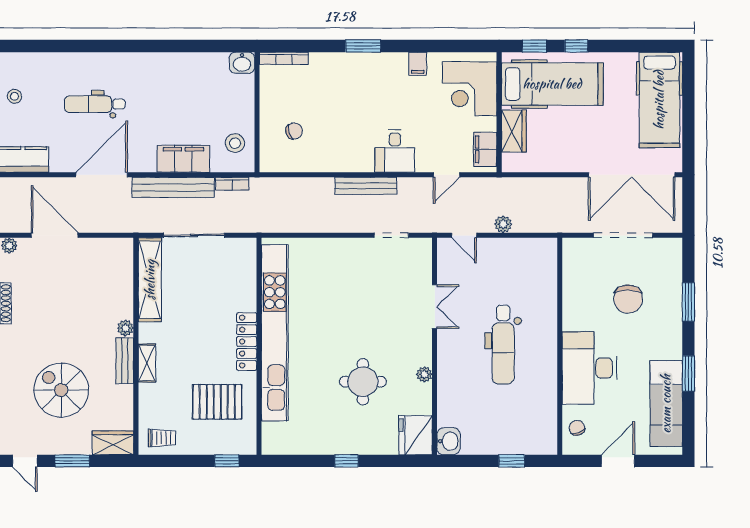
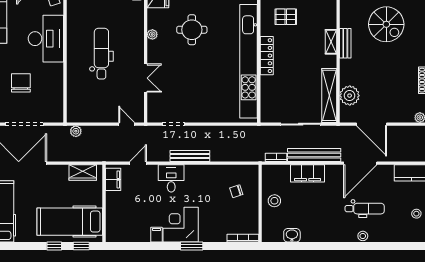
stool: (98, 62) -> (363, 236), added
washbasin: (242, 63) -> (292, 235), moved
corner desk: (470, 89) -> (181, 225), moved, turned -90
wardrobe: (514, 131) -> (83, 173), moved, turned -90
stool: (235, 143) -> (274, 201), moved
plant: (503, 224) -> (76, 131), moved
door: (55, 235) -> (372, 124), moved
double door: (435, 307) -> (146, 78), swing flipped
plant: (125, 328) -> (350, 96), moved, width x1.88, depth x1.88
pallet: (217, 402) -> (286, 17), width x0.67, depth x0.71

